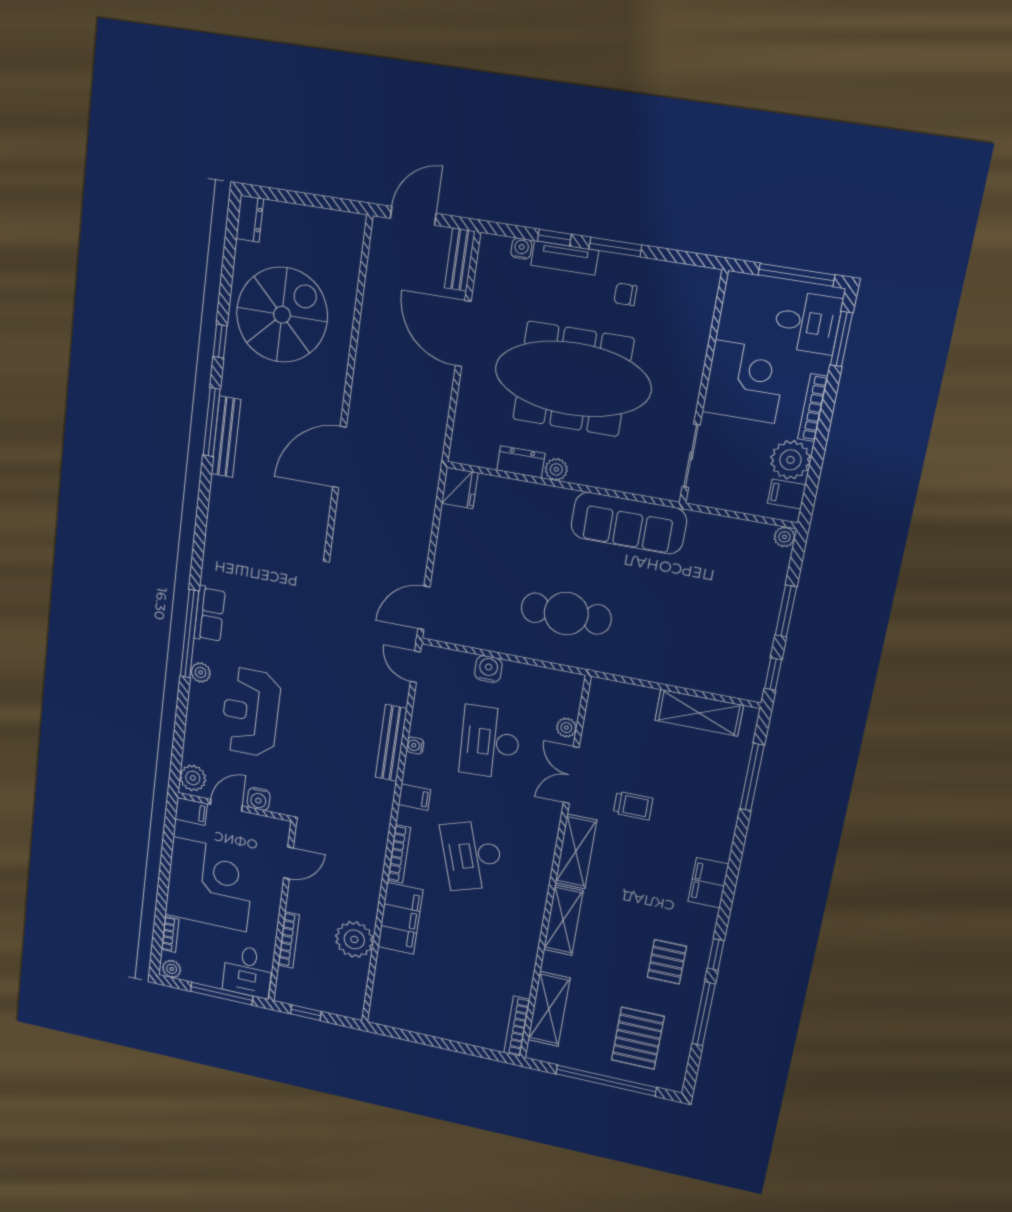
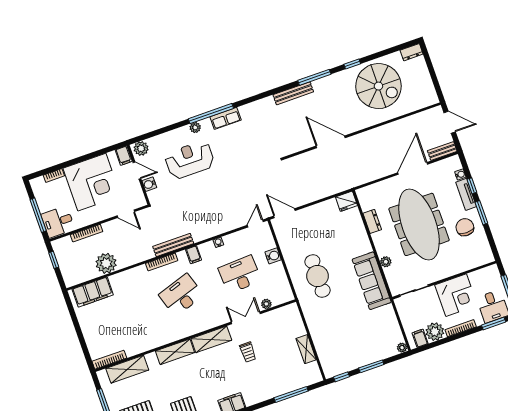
chair: (625, 294) -> (465, 227), width x1.87, depth x1.87
bench: (226, 437) -> (293, 93), moved
plant: (556, 469) -> (386, 262), moved
shelving: (699, 713) -> (306, 349), width x0.67, depth x0.75
bench: (391, 743) -> (173, 245), moved
filing cabinet: (400, 918) -> (93, 292), moved
plant: (172, 969) -> (36, 185), removed

